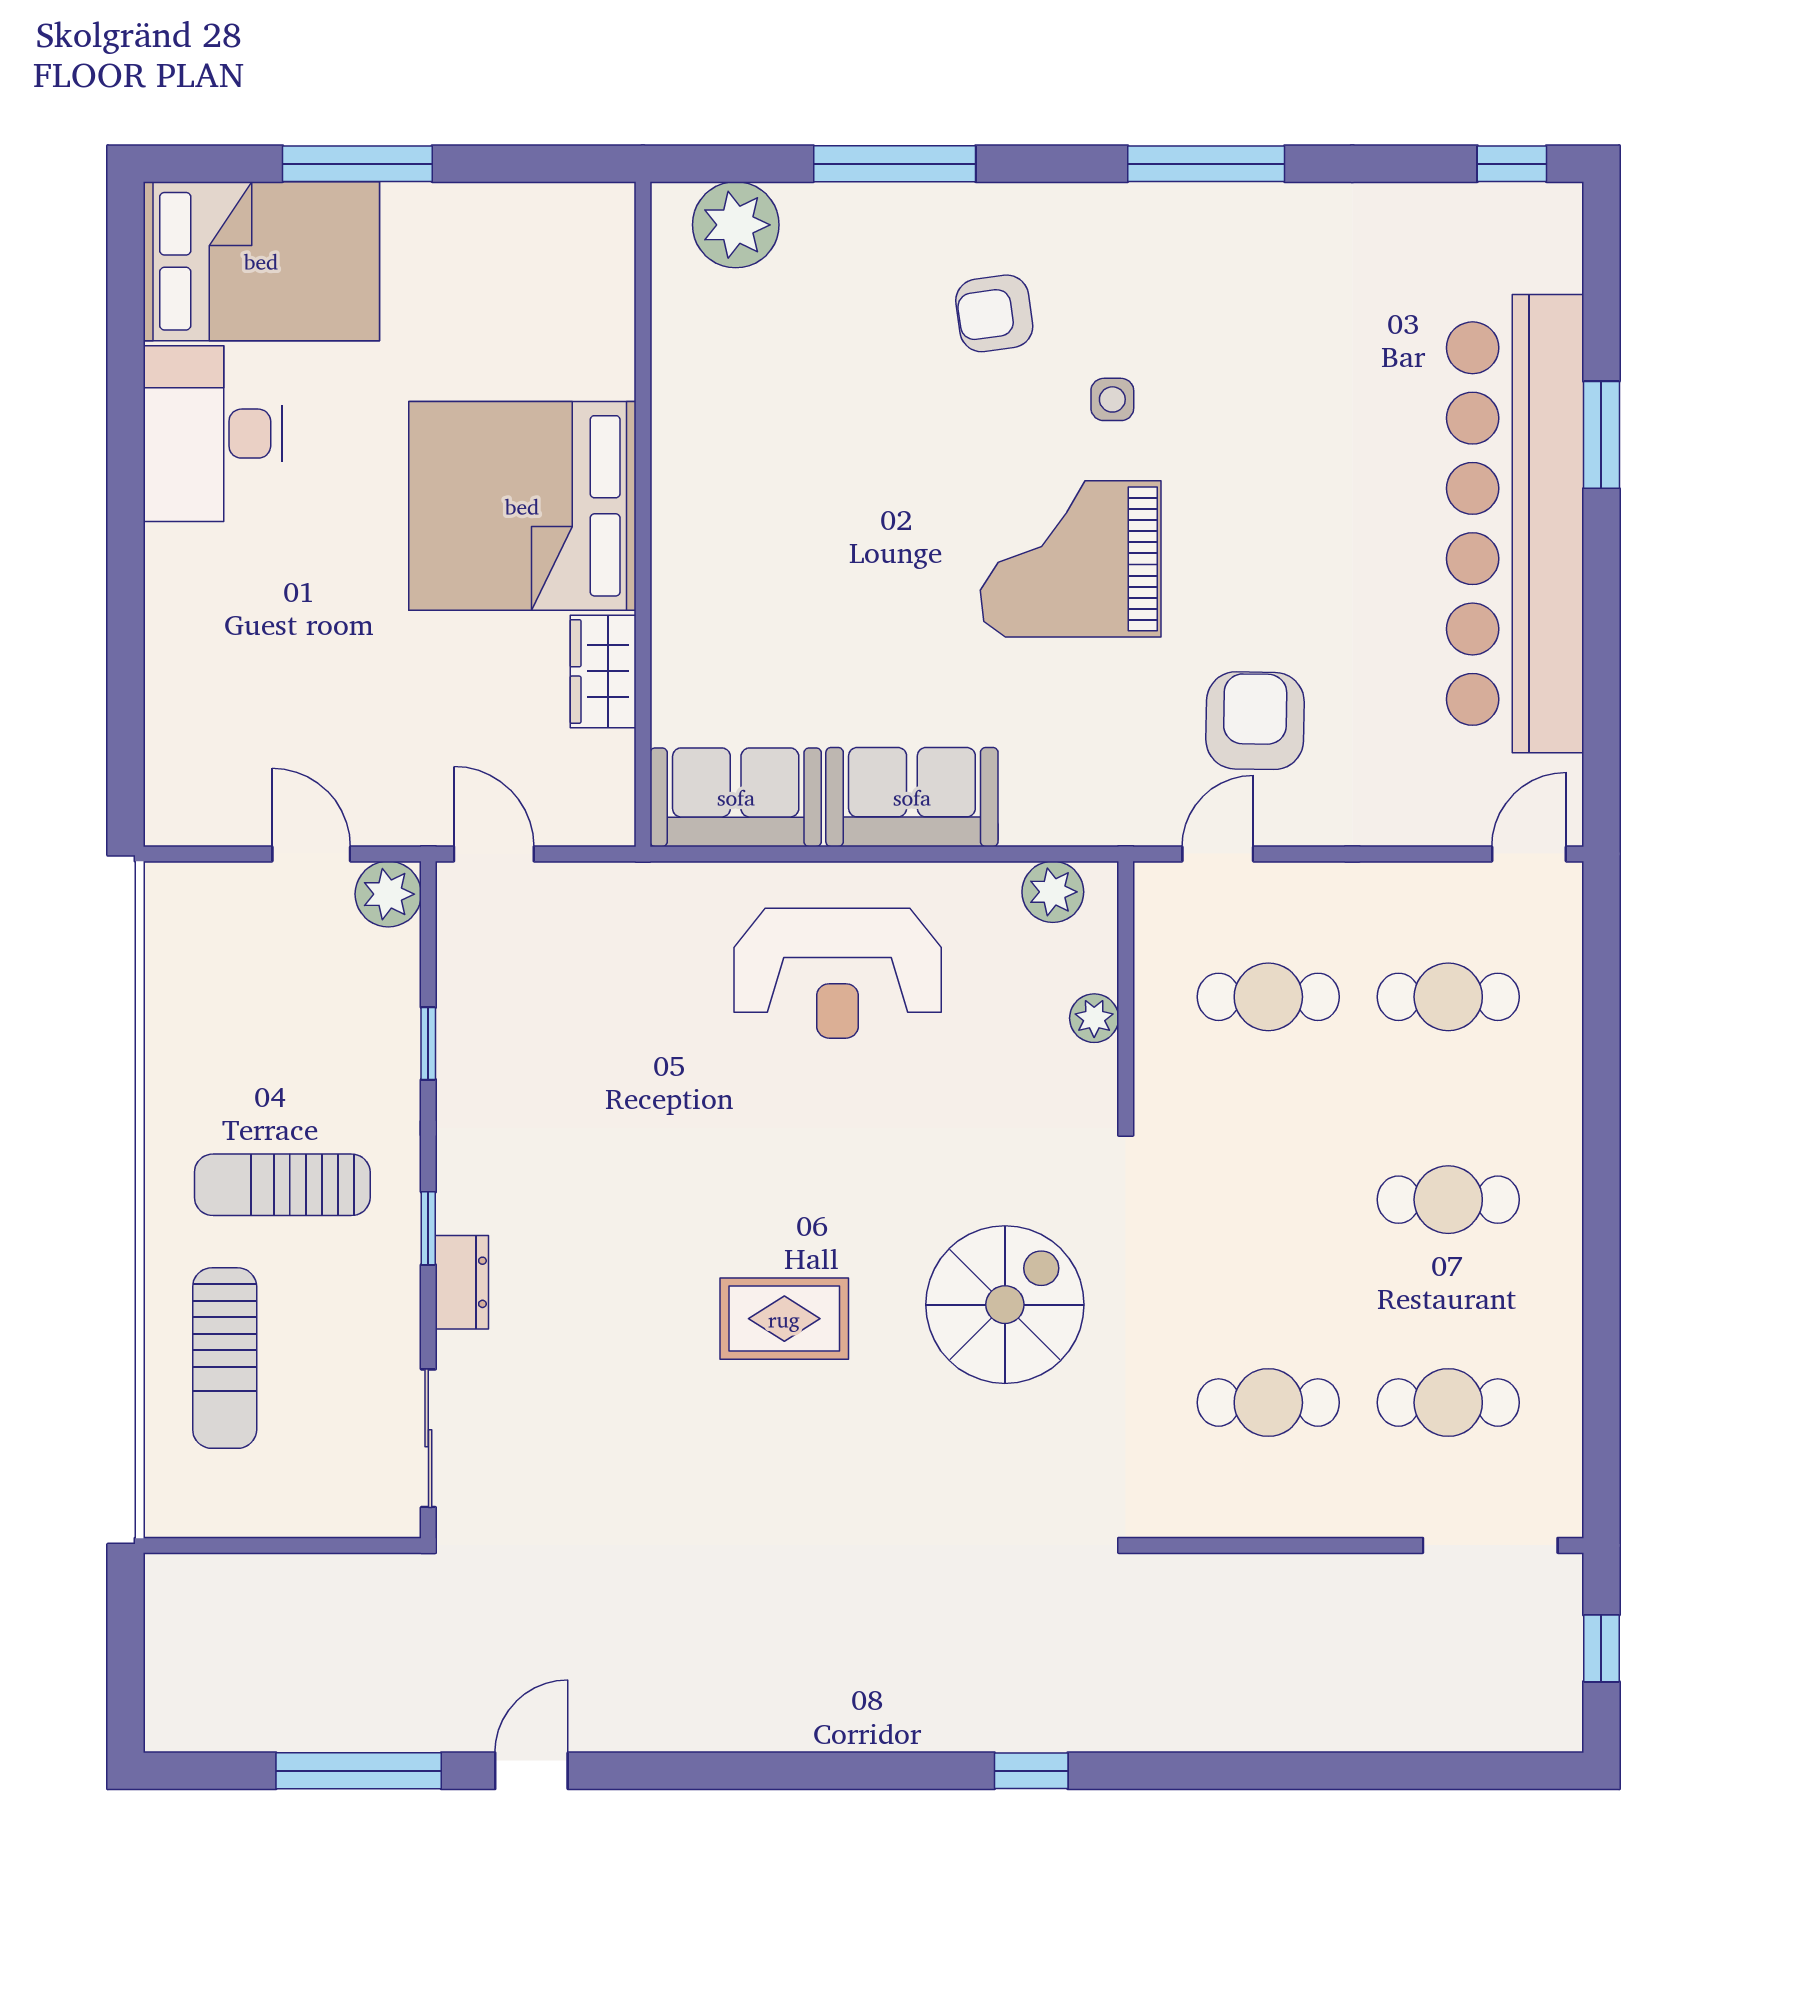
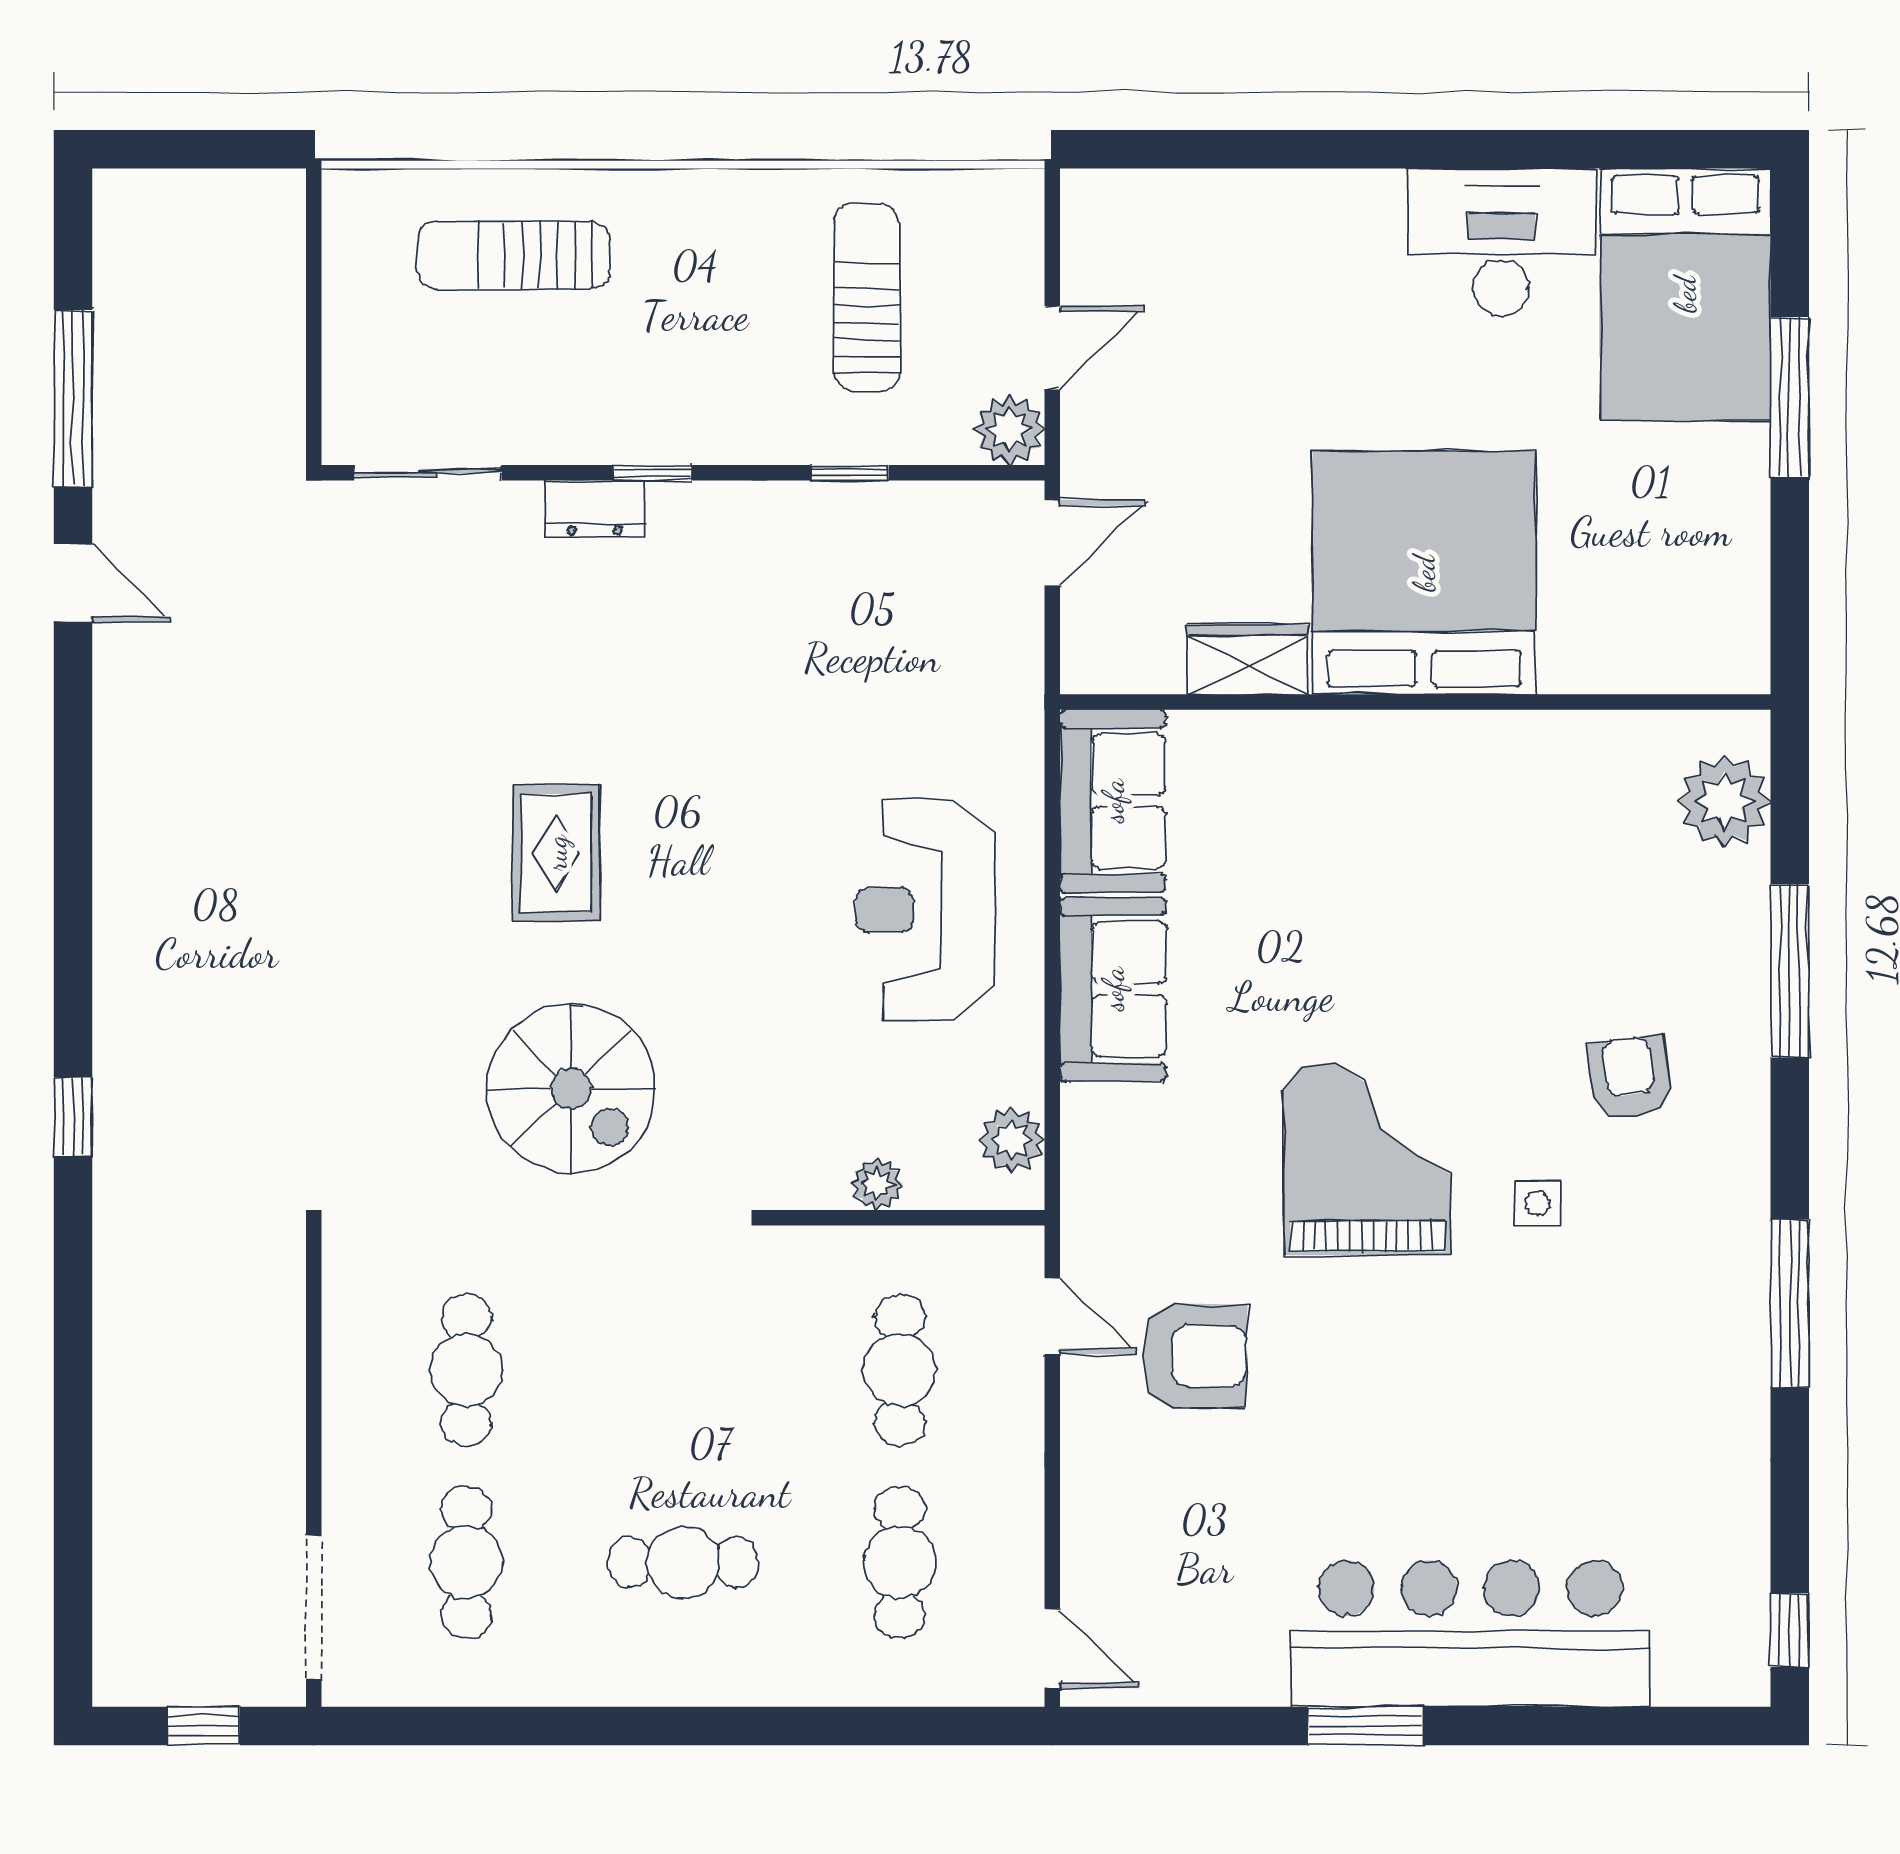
window: (1601, 435) -> (1365, 1726), moved
bar counter: (1515, 524) -> (1470, 1634), width x0.73
sun lounger: (282, 1185) -> (867, 298), moved
cafe table: (1448, 1200) -> (683, 1562), turned 90

